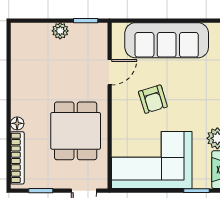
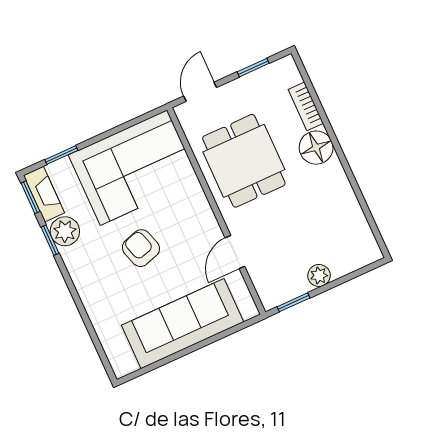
armchair: (153, 99) -> (141, 248), moved
floor lamp: (17, 123) -> (316, 148), width x1.89, depth x1.89
bookcase: (17, 158) -> (306, 106), width x0.64

